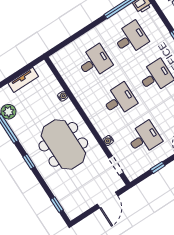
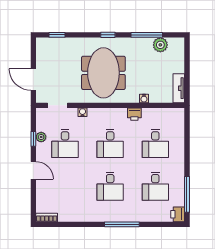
tv unit: (23, 80) -> (179, 88), moved
printer: (81, 96) -> (134, 114), added
meeting table: (63, 144) -> (103, 73), turned 90
plant: (152, 162) -> (41, 137), added

